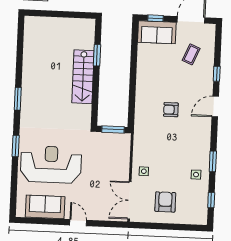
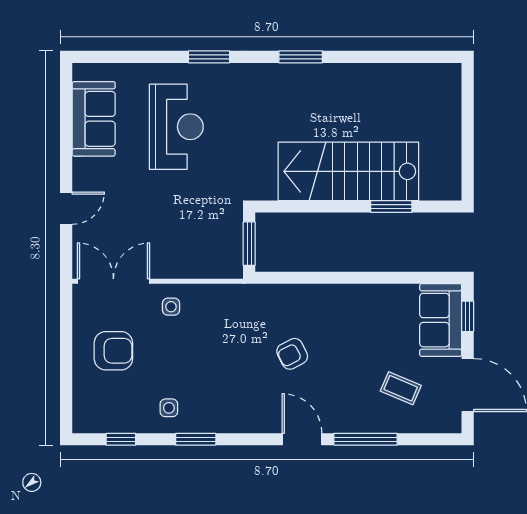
window: (217, 74) -> (366, 439), width x2.17
stairs: (83, 77) -> (348, 171), width x1.36, depth x1.51
armchair: (171, 110) -> (292, 354), turned -117
reception desk: (51, 164) -> (176, 127), width x0.74, depth x0.77
door: (78, 223) -> (66, 208), moved

